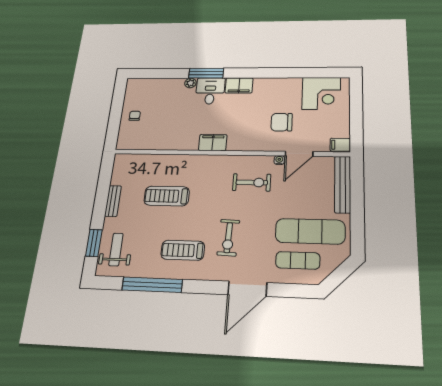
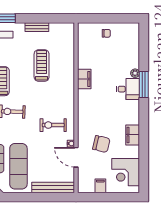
filing cabinet: (239, 85) -> (133, 135), moved
chair: (282, 122) -> (101, 144), turned 103
filing cabinet: (213, 143) -> (84, 79), moved
filing cabinet: (340, 145) -> (100, 186), moved
exercise bike: (252, 182) -> (53, 125), turned 90

